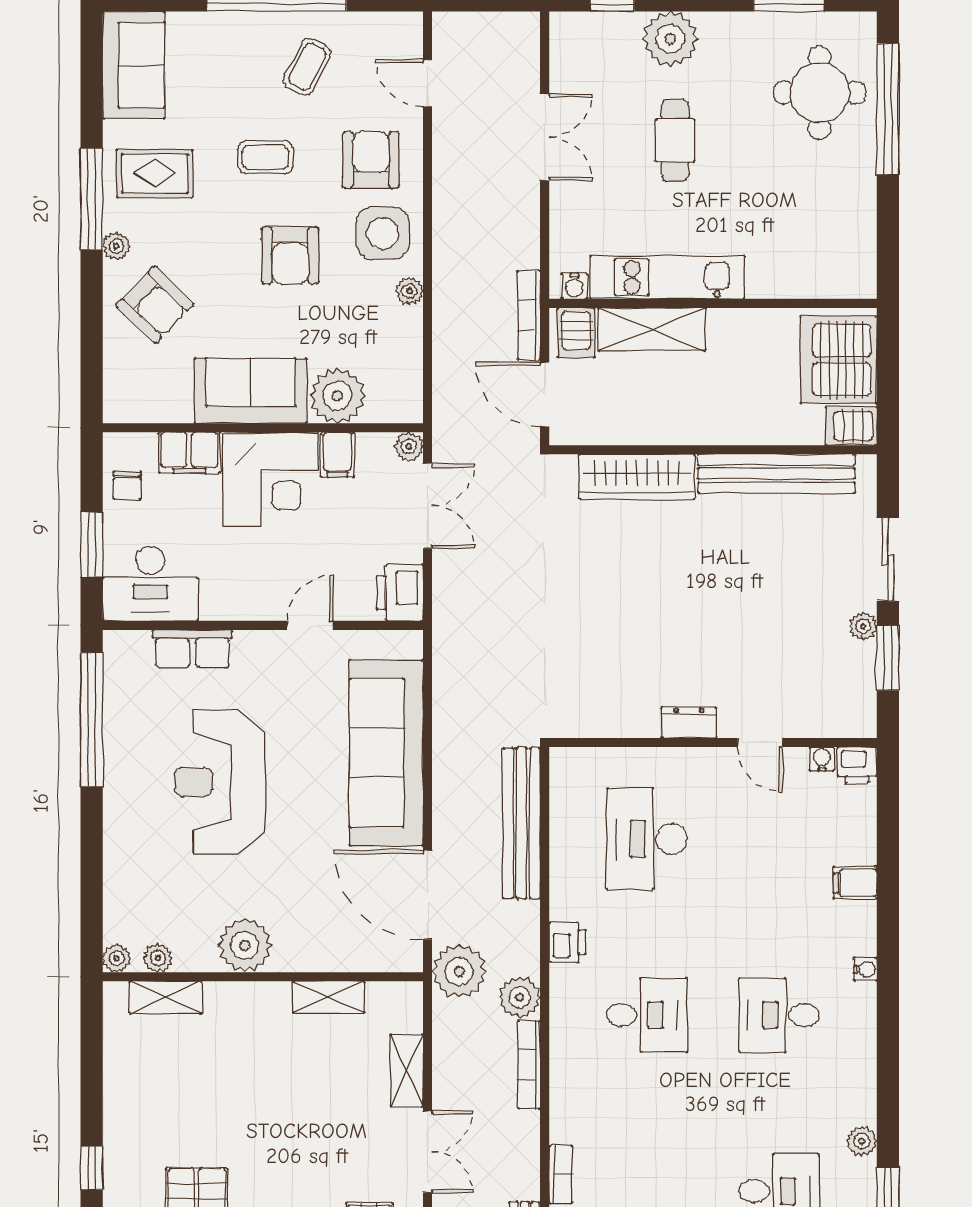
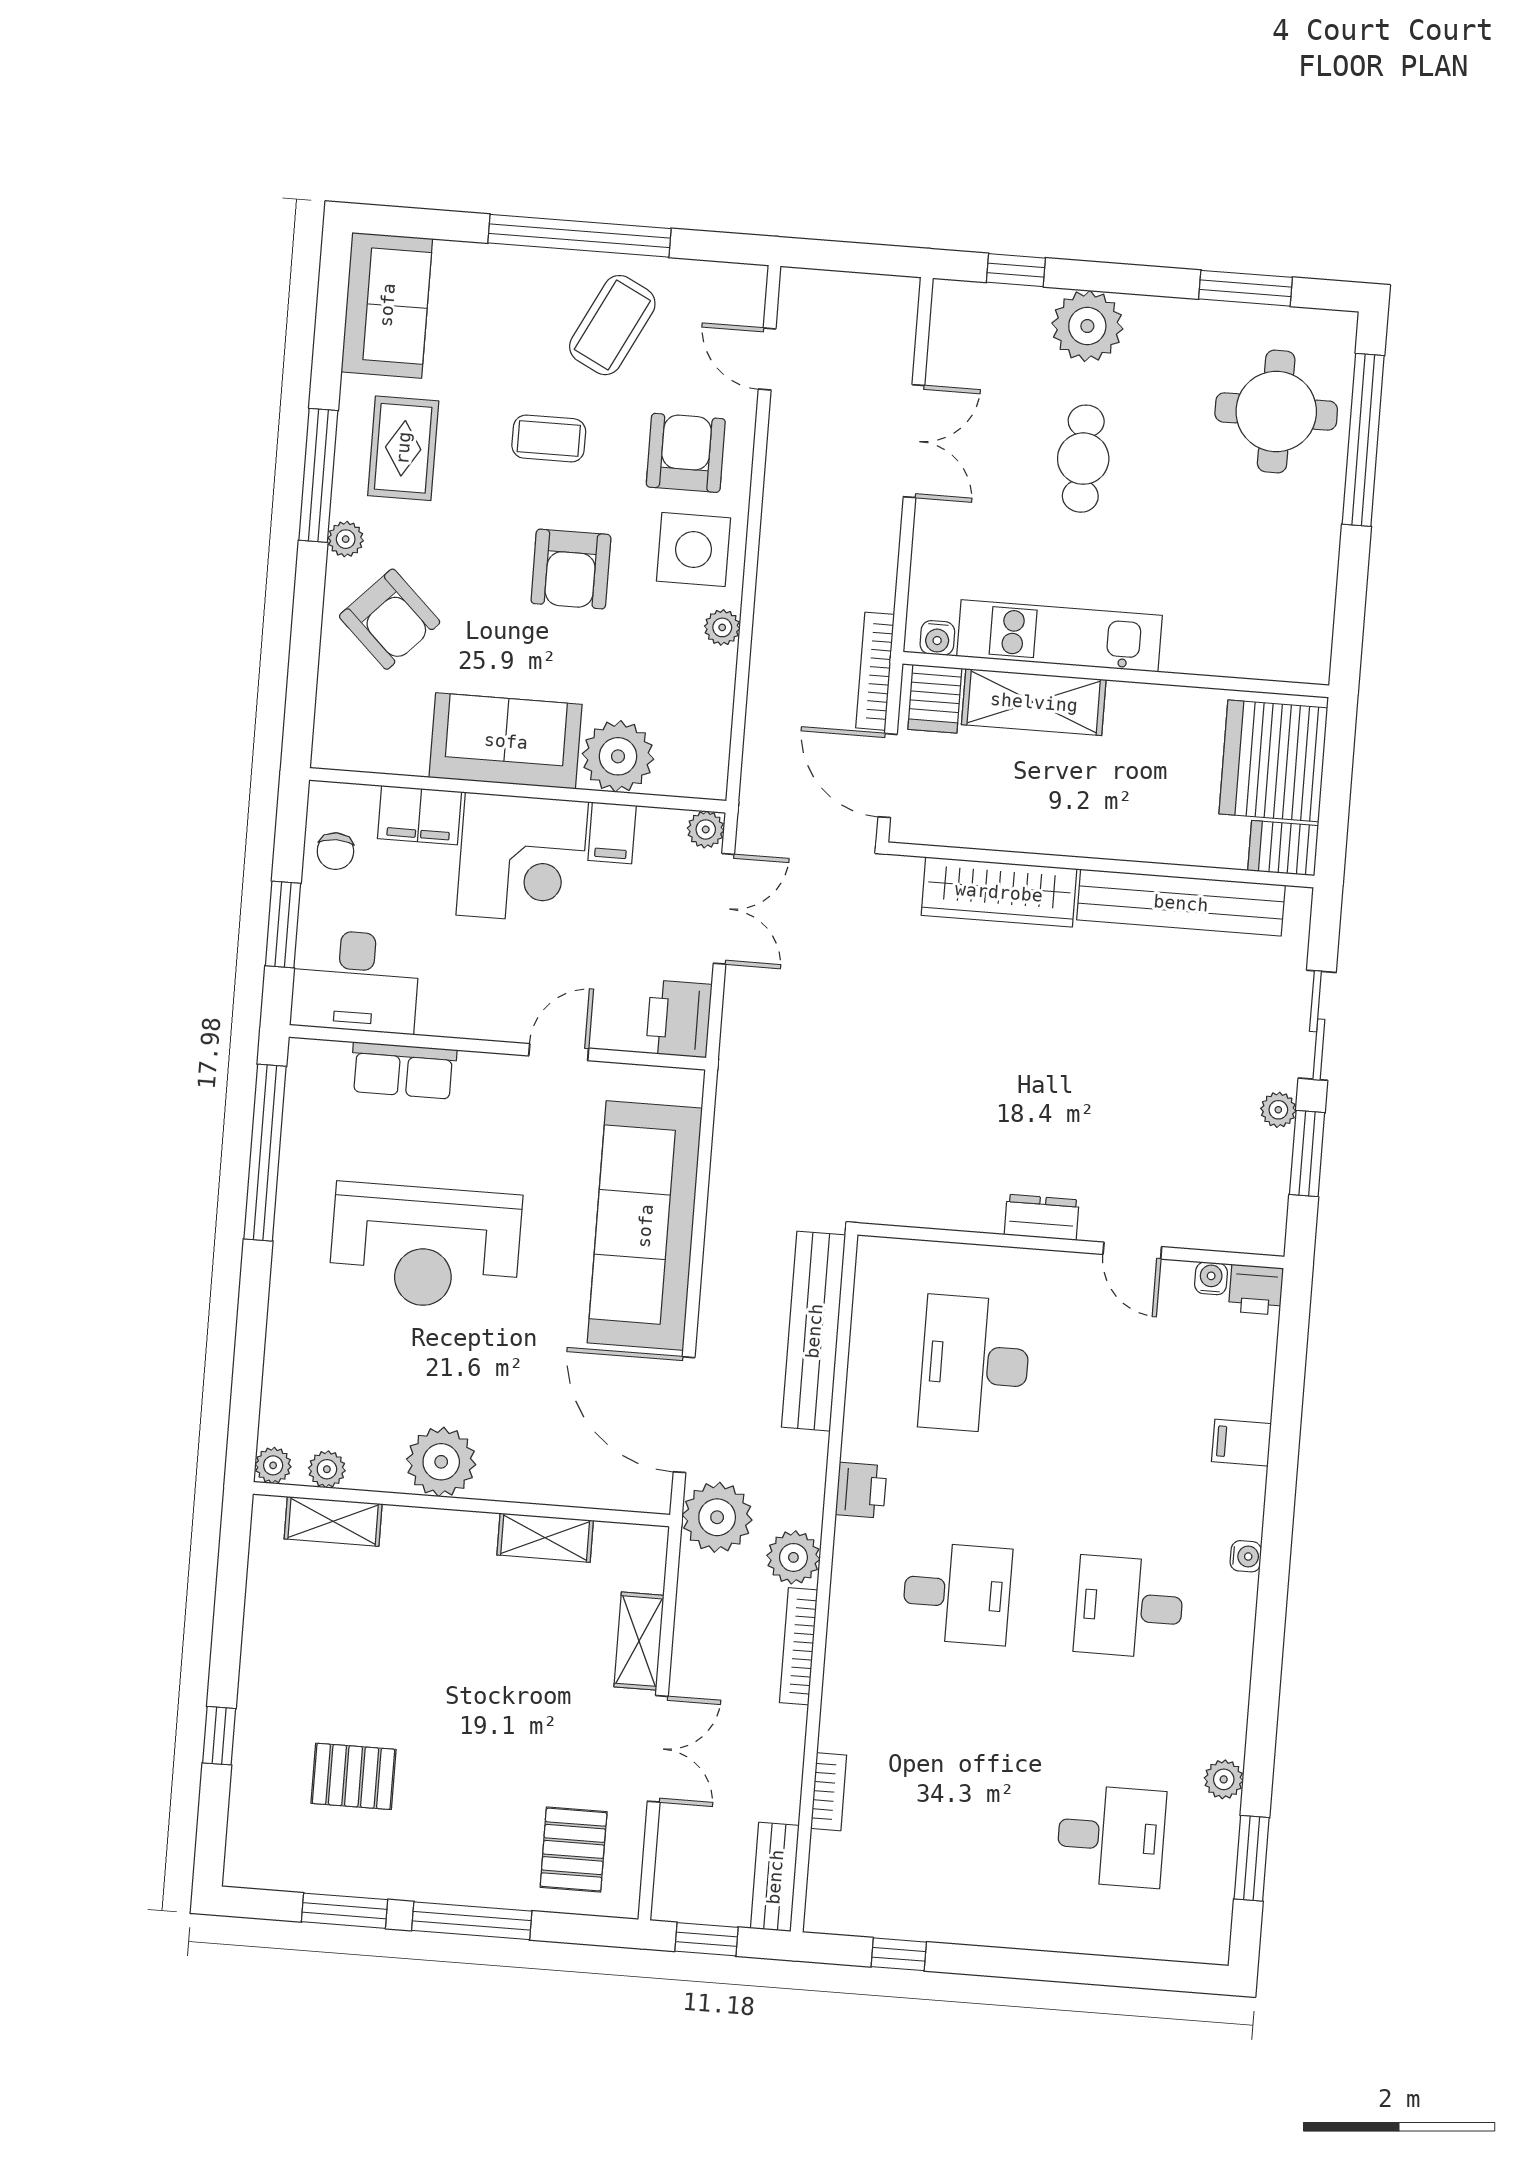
coffee table: (307, 67) -> (612, 325), width x1.36, depth x1.30
rug: (155, 173) -> (403, 448), turned 90
reception desk: (220, 782) -> (425, 1247), turned -90

